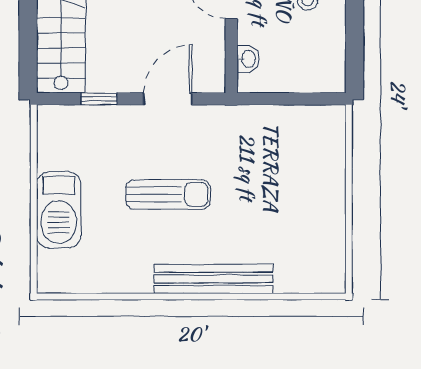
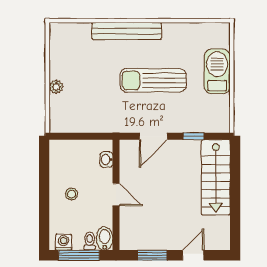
plant: (334, 183) -> (56, 87), added
sun lounger: (168, 194) -> (153, 80), width x1.36, depth x1.34

